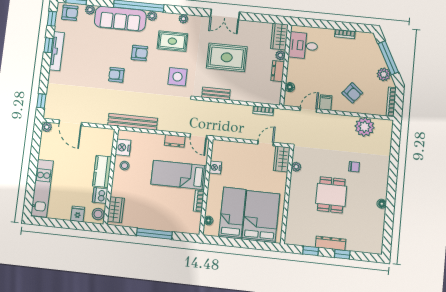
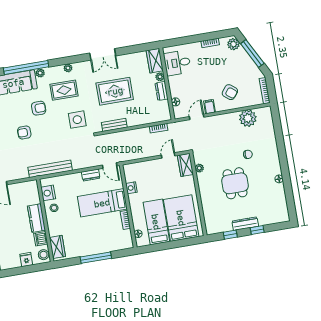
plant: (384, 74) -> (233, 44), moved

